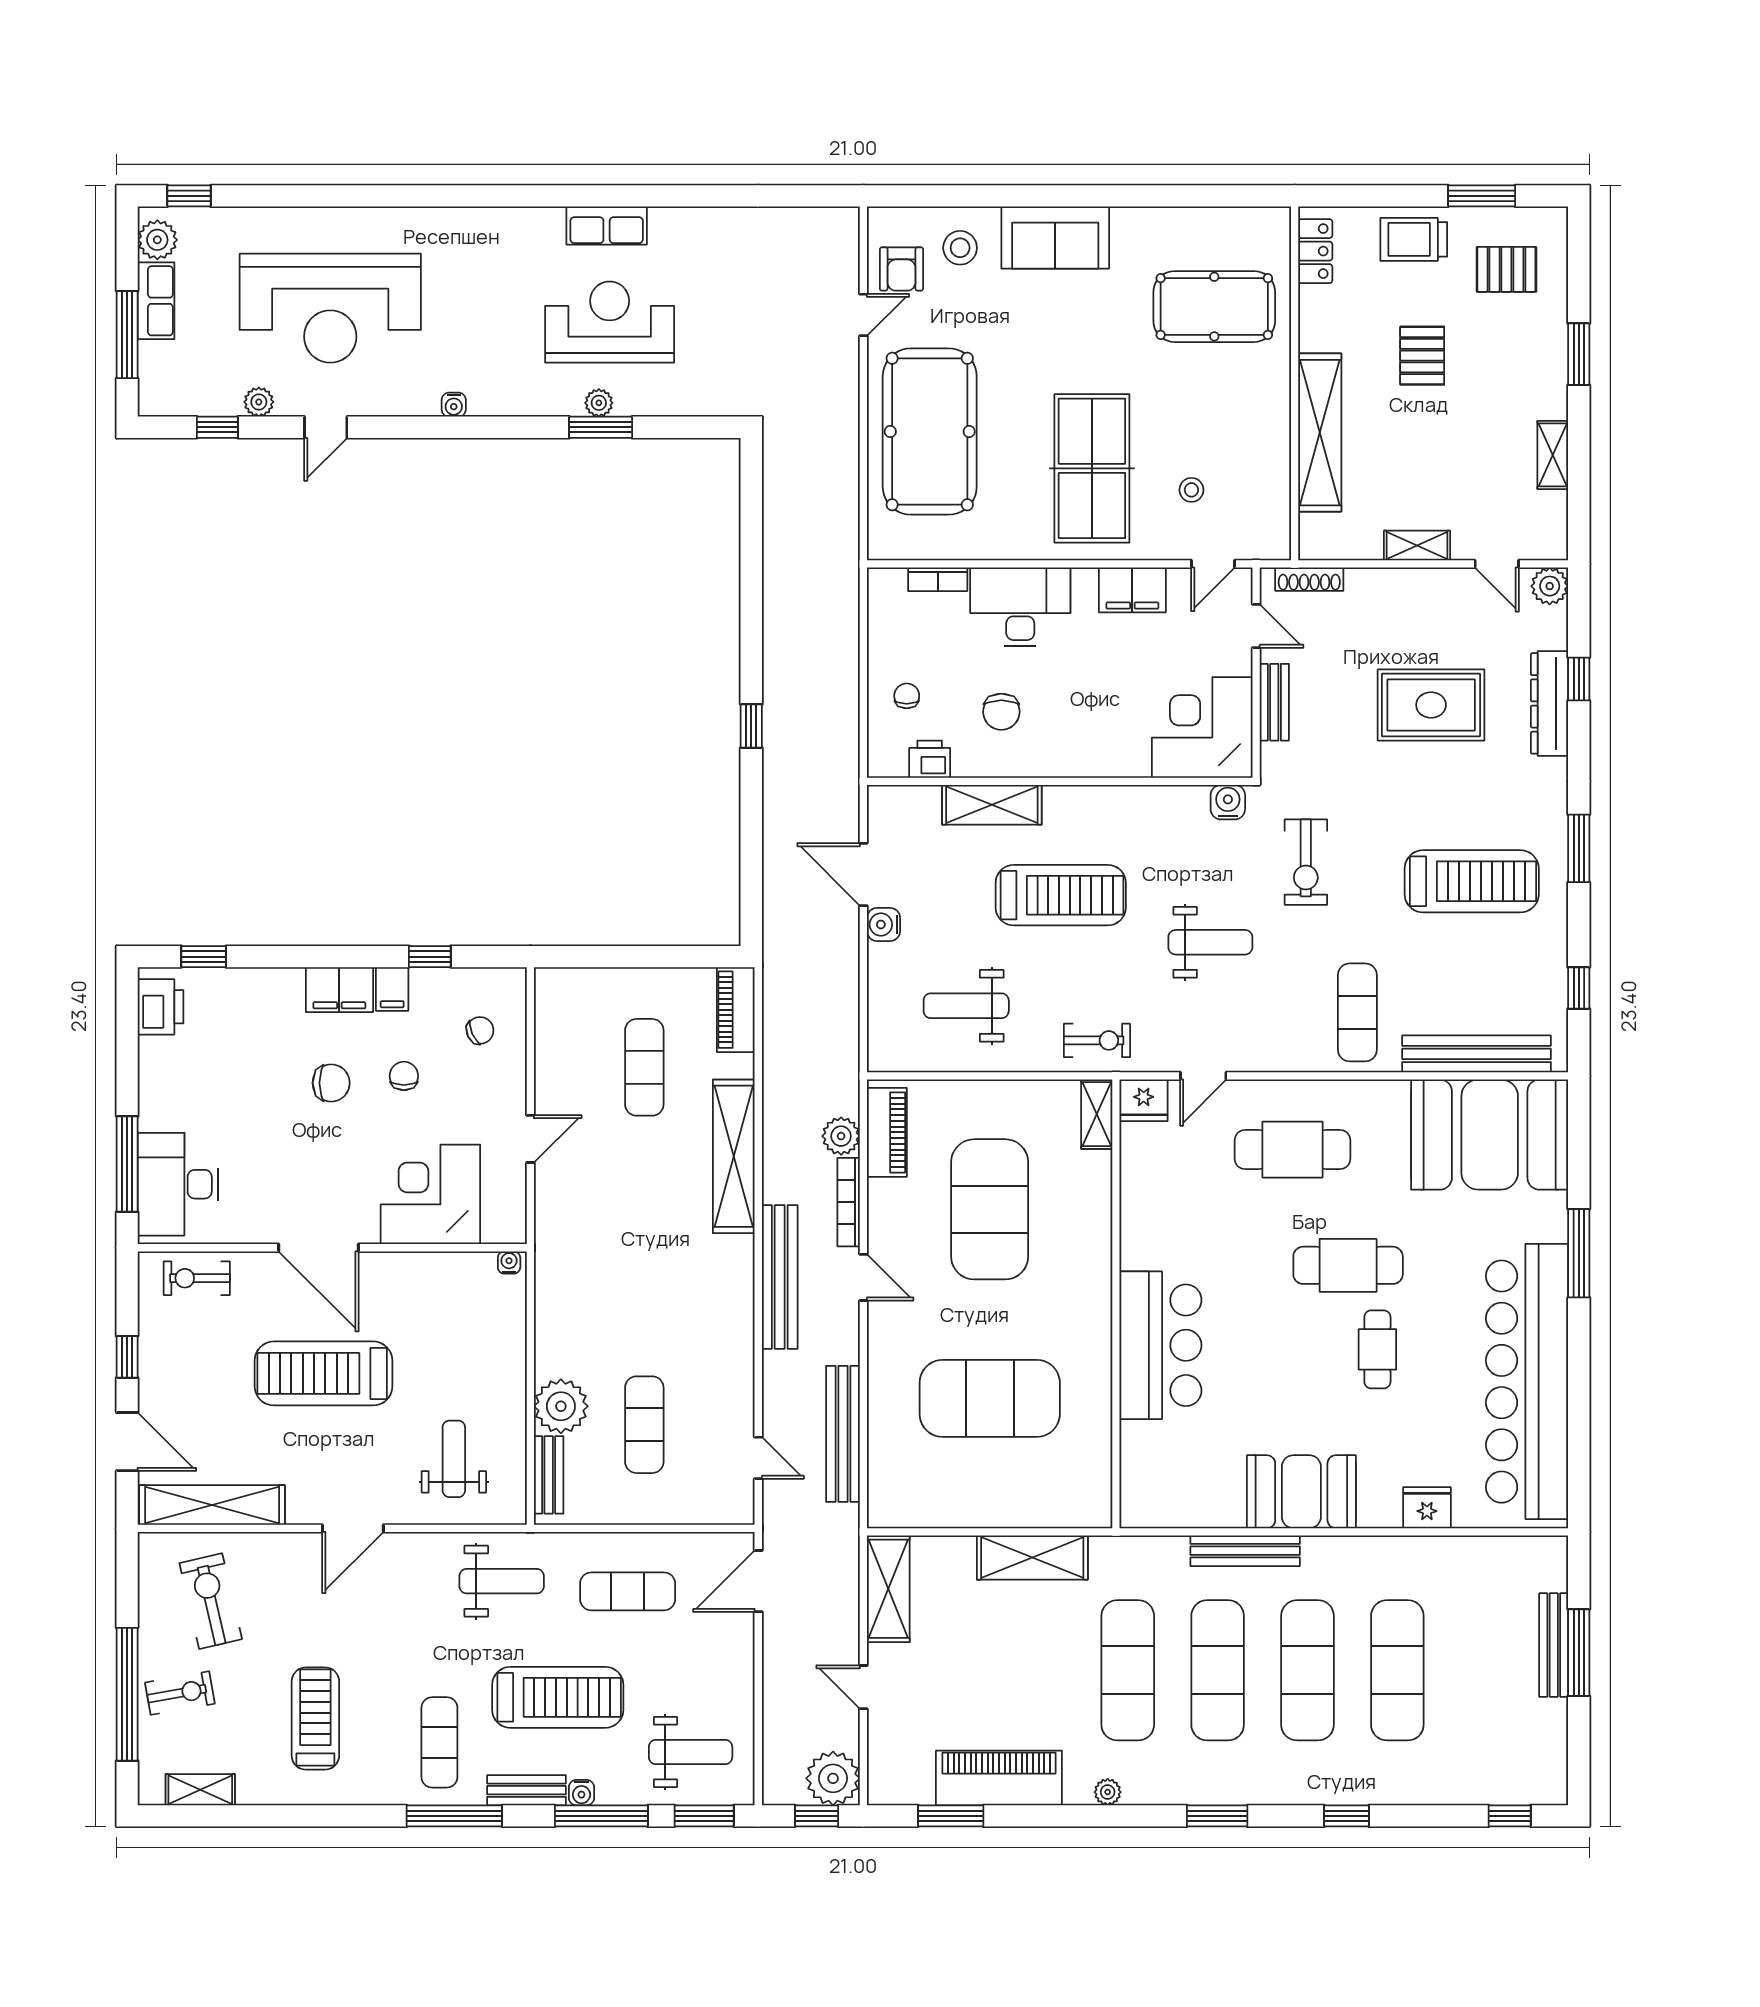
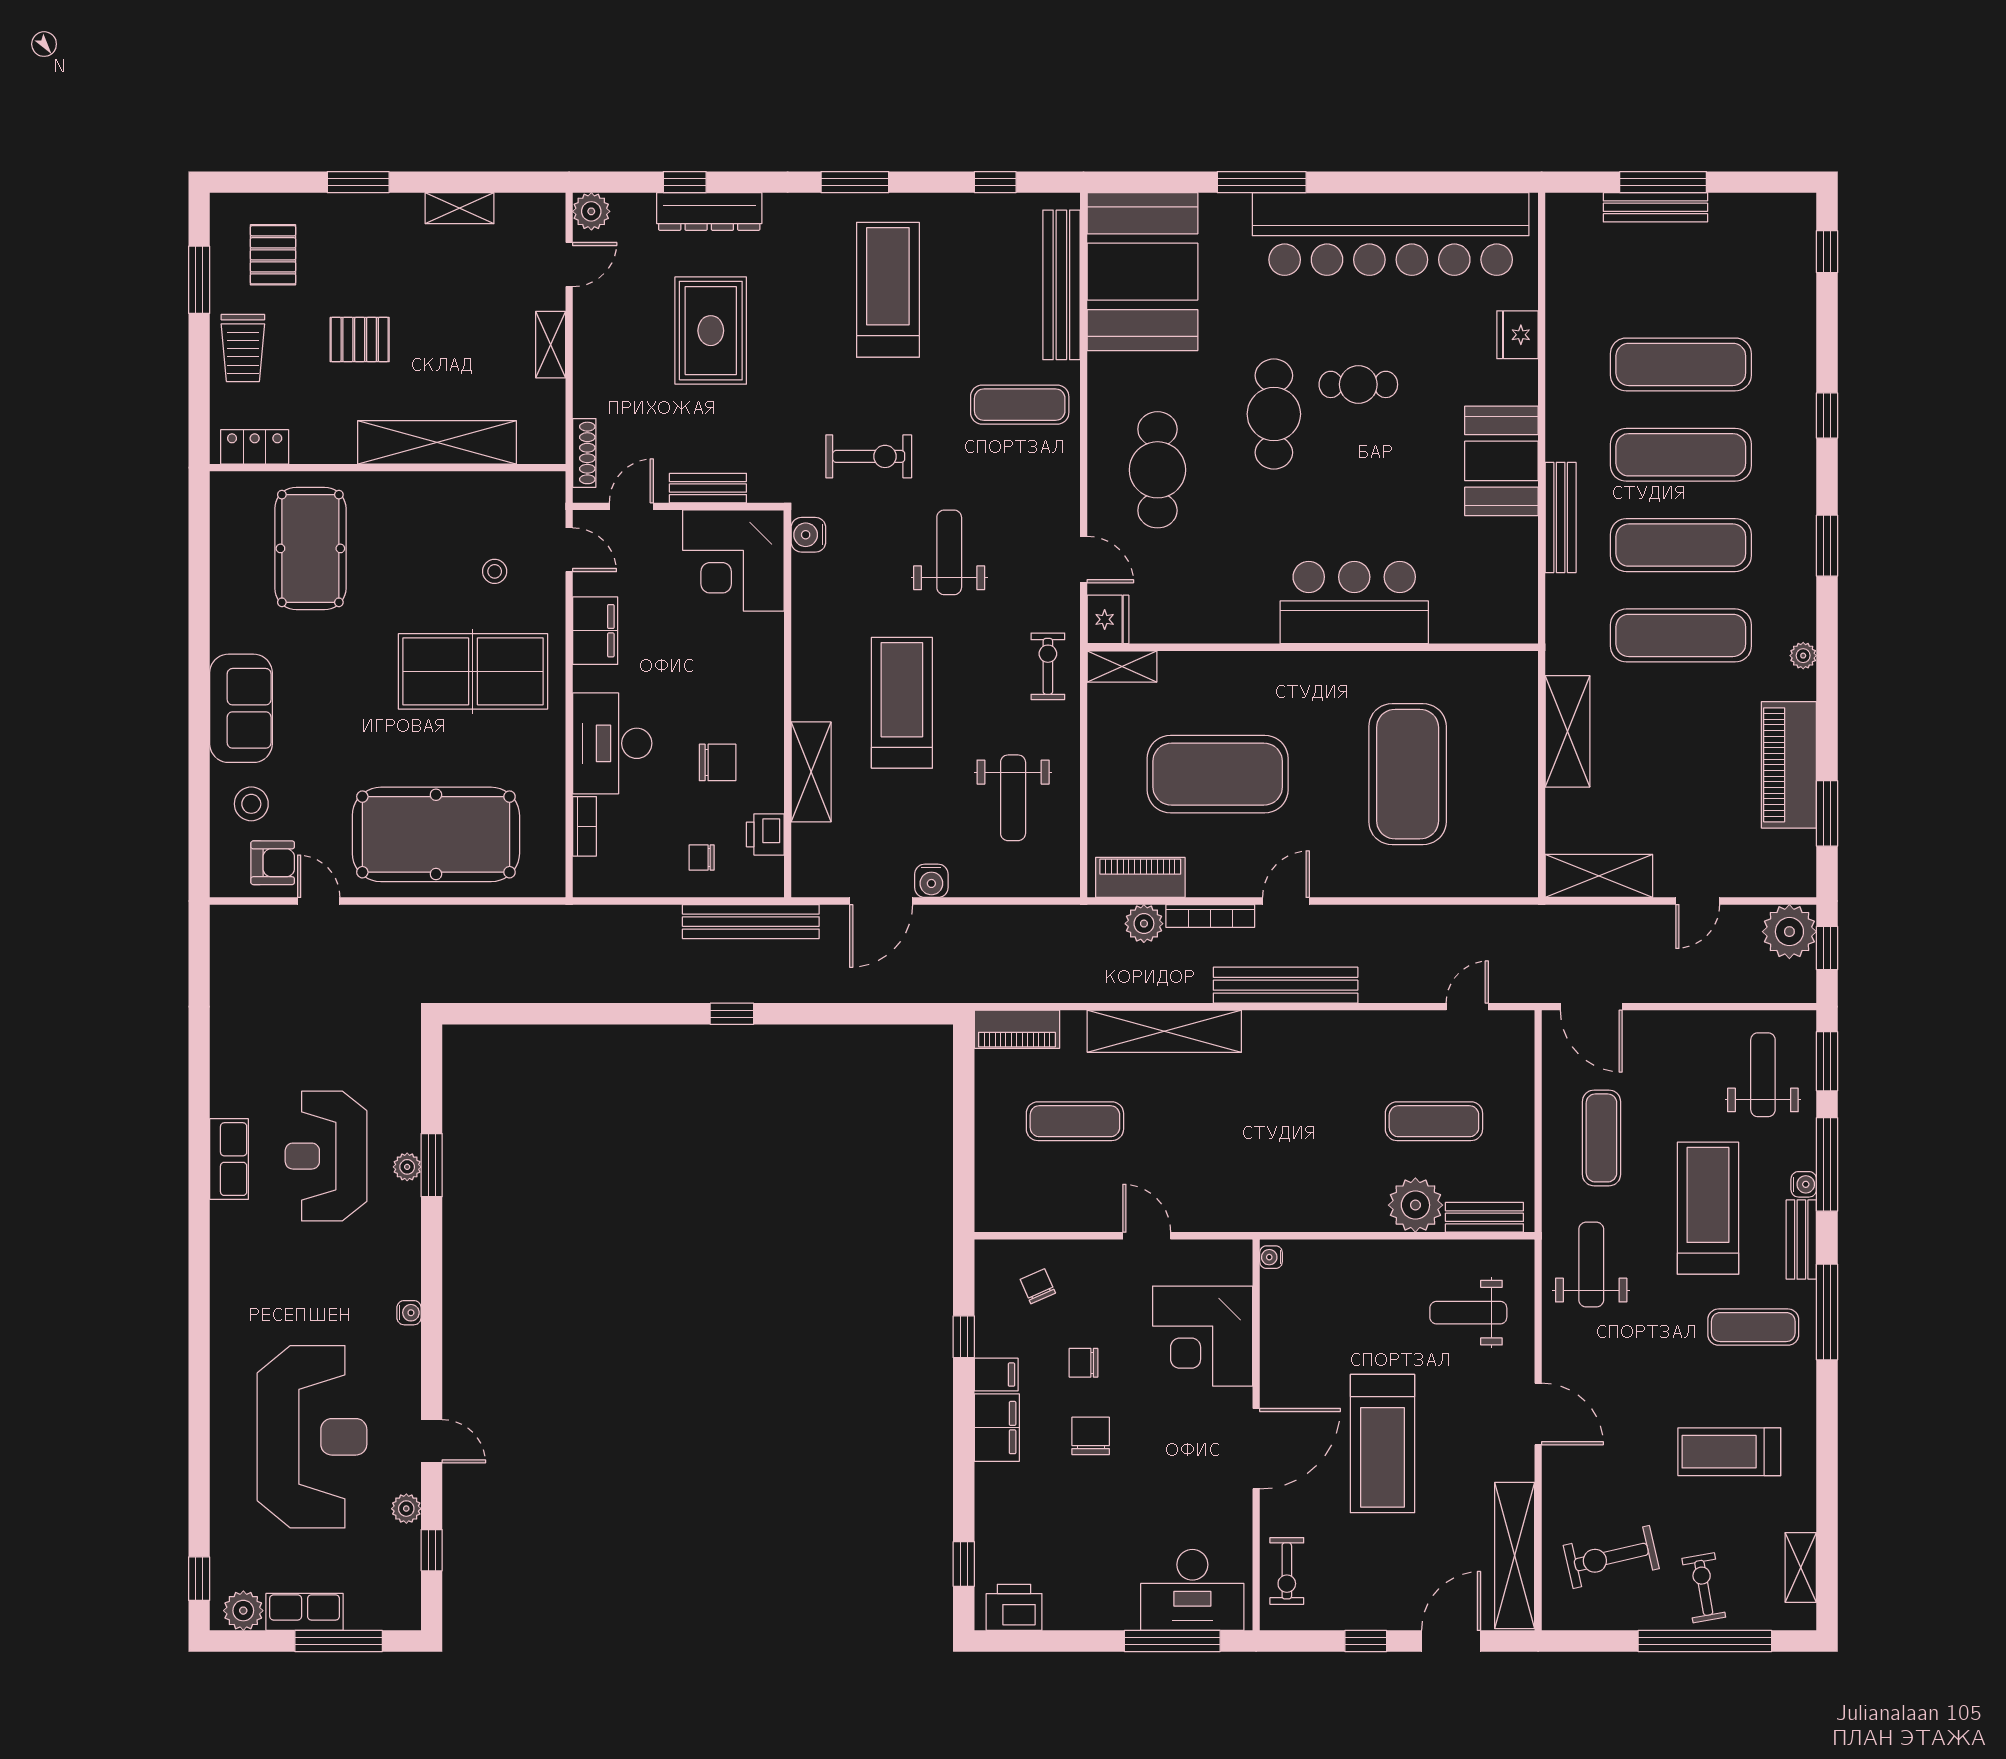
bench: (843, 1434) -> (751, 922), moved

